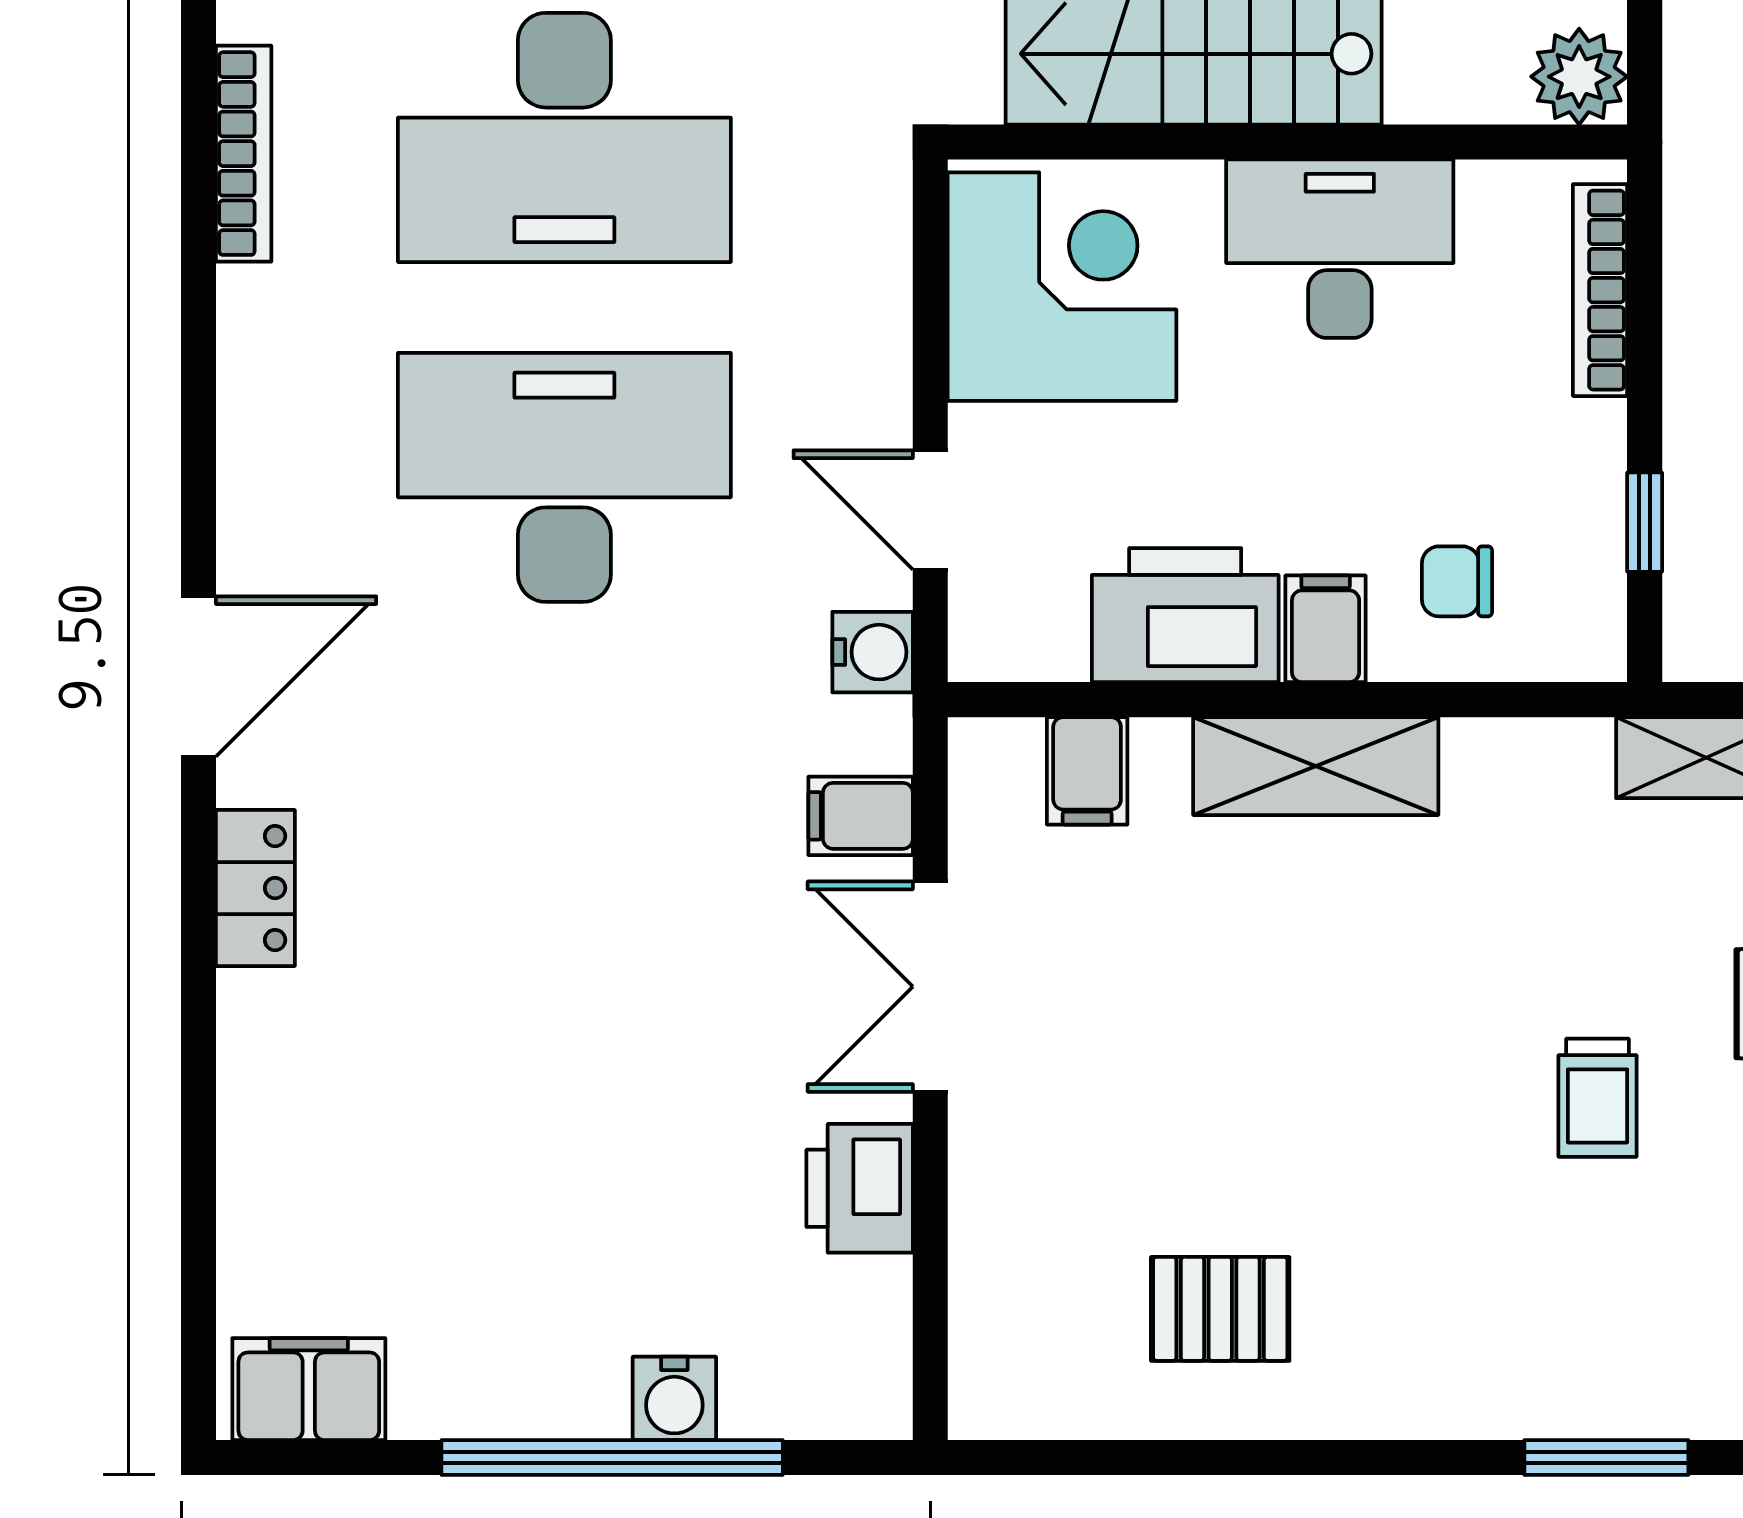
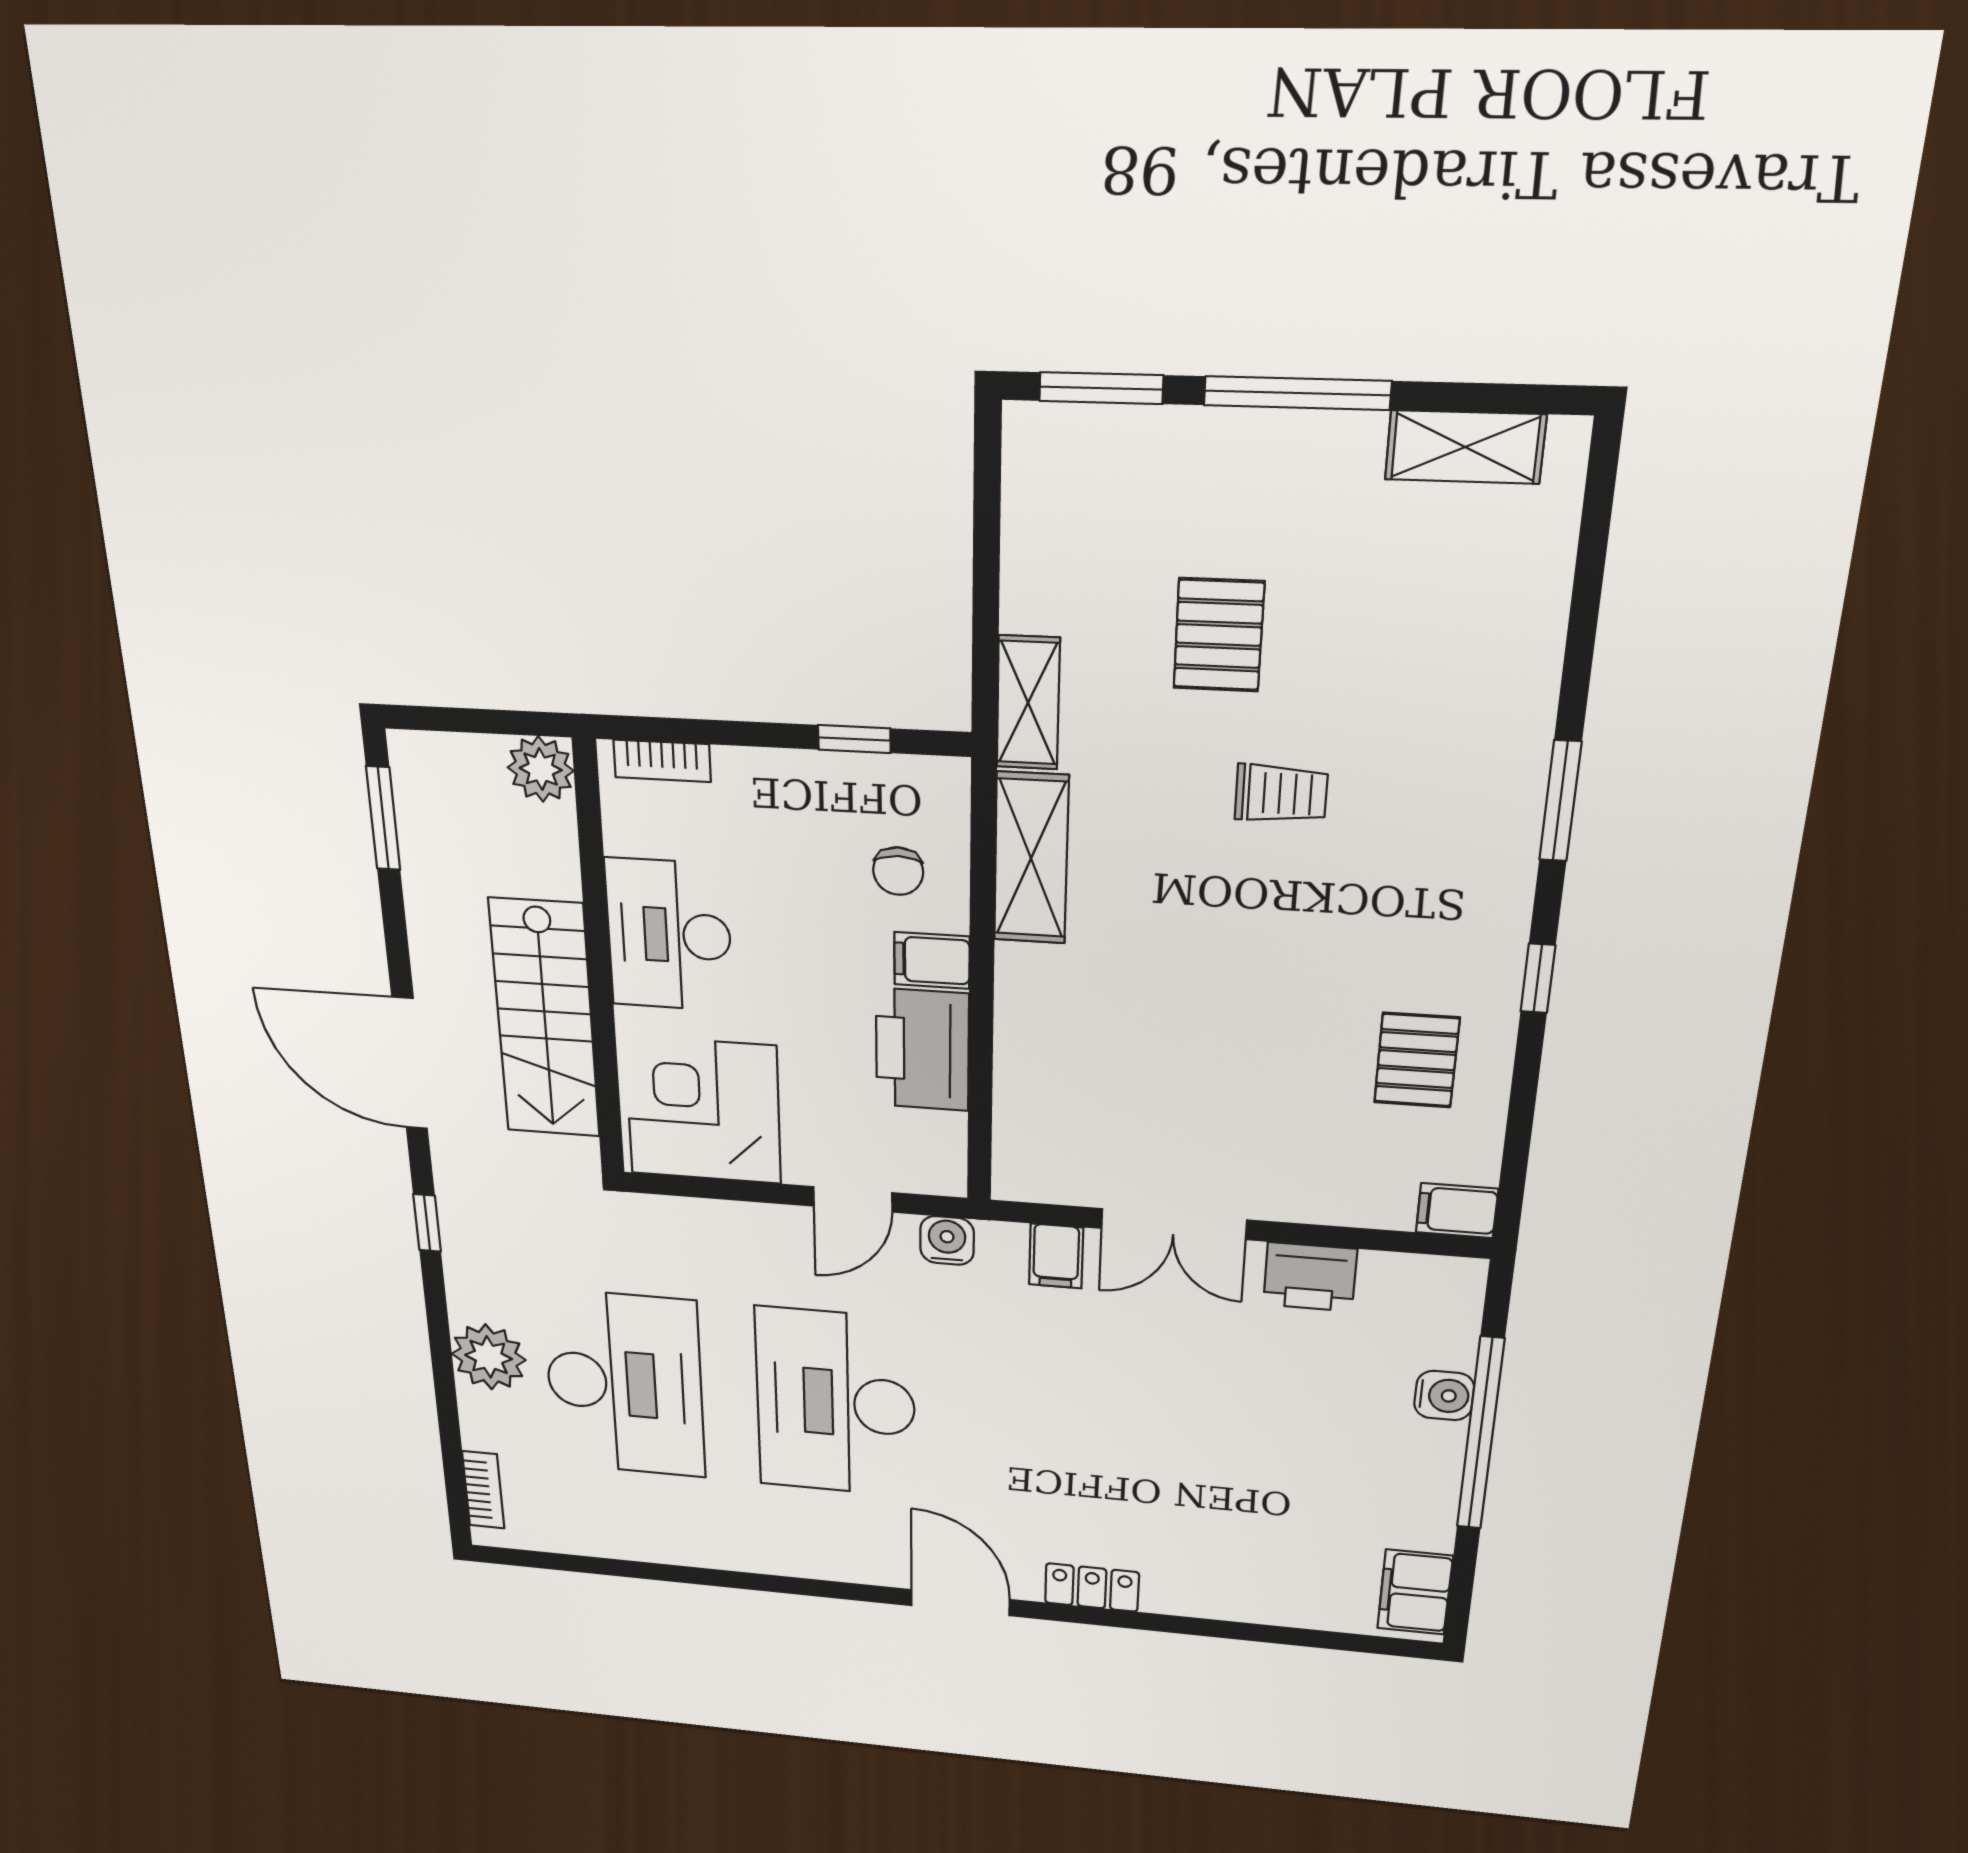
bookcase: (244, 154) -> (645, 1549), removed
bookcase: (1600, 290) -> (662, 761), width x0.64
shelving: (1316, 766) -> (1031, 858), moved
filing cabinet: (1087, 771) -> (1457, 1211), moved, turned 180
window: (1354, 1458) -> (1538, 978), added

